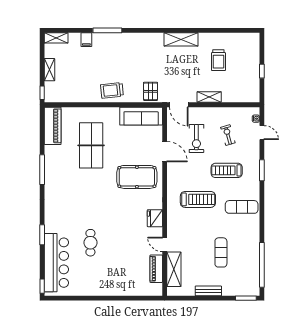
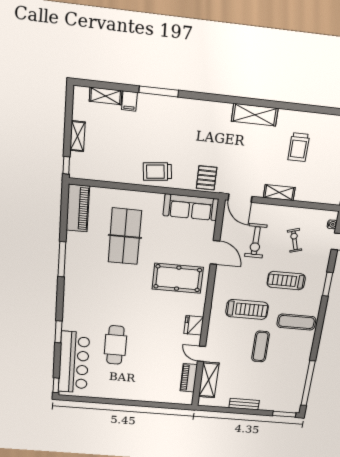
shelving: (56, 38) -> (106, 96), moved
cafe table: (90, 243) -> (115, 345), width x1.37, depth x1.35
exercise mat: (221, 252) -> (261, 346), moved

